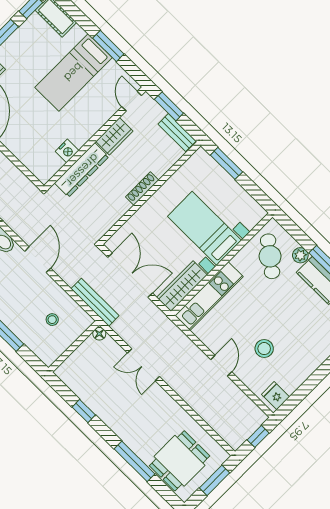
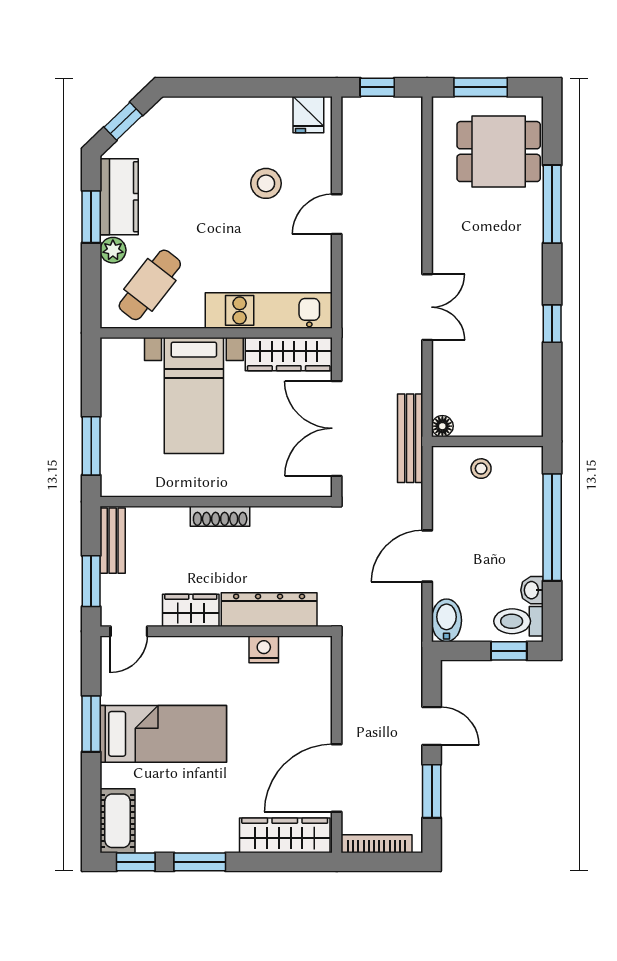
floor lamp: (99, 334) -> (442, 426), moved
wall: (74, 346) -> (487, 441), moved

